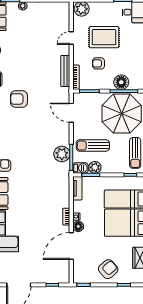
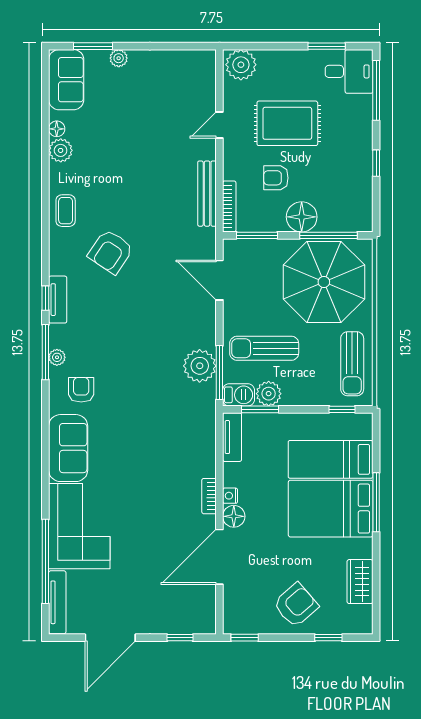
floor lamp: (121, 82) -> (302, 217), moved
armchair: (19, 99) -> (111, 252), turned -56

